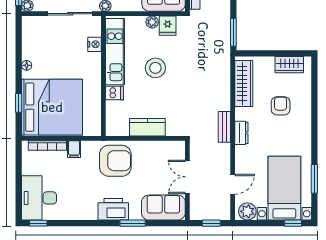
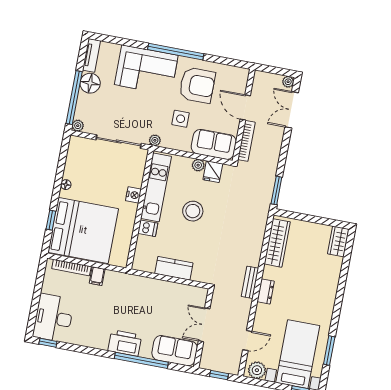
nightstand: (94, 44) -> (133, 195), moved
wardrobe: (289, 65) -> (338, 241), moved, turned 90
armchair: (281, 106) -> (309, 272), removed
armchair: (115, 161) -> (136, 295), removed
window: (133, 223) -> (141, 360), width x2.11

